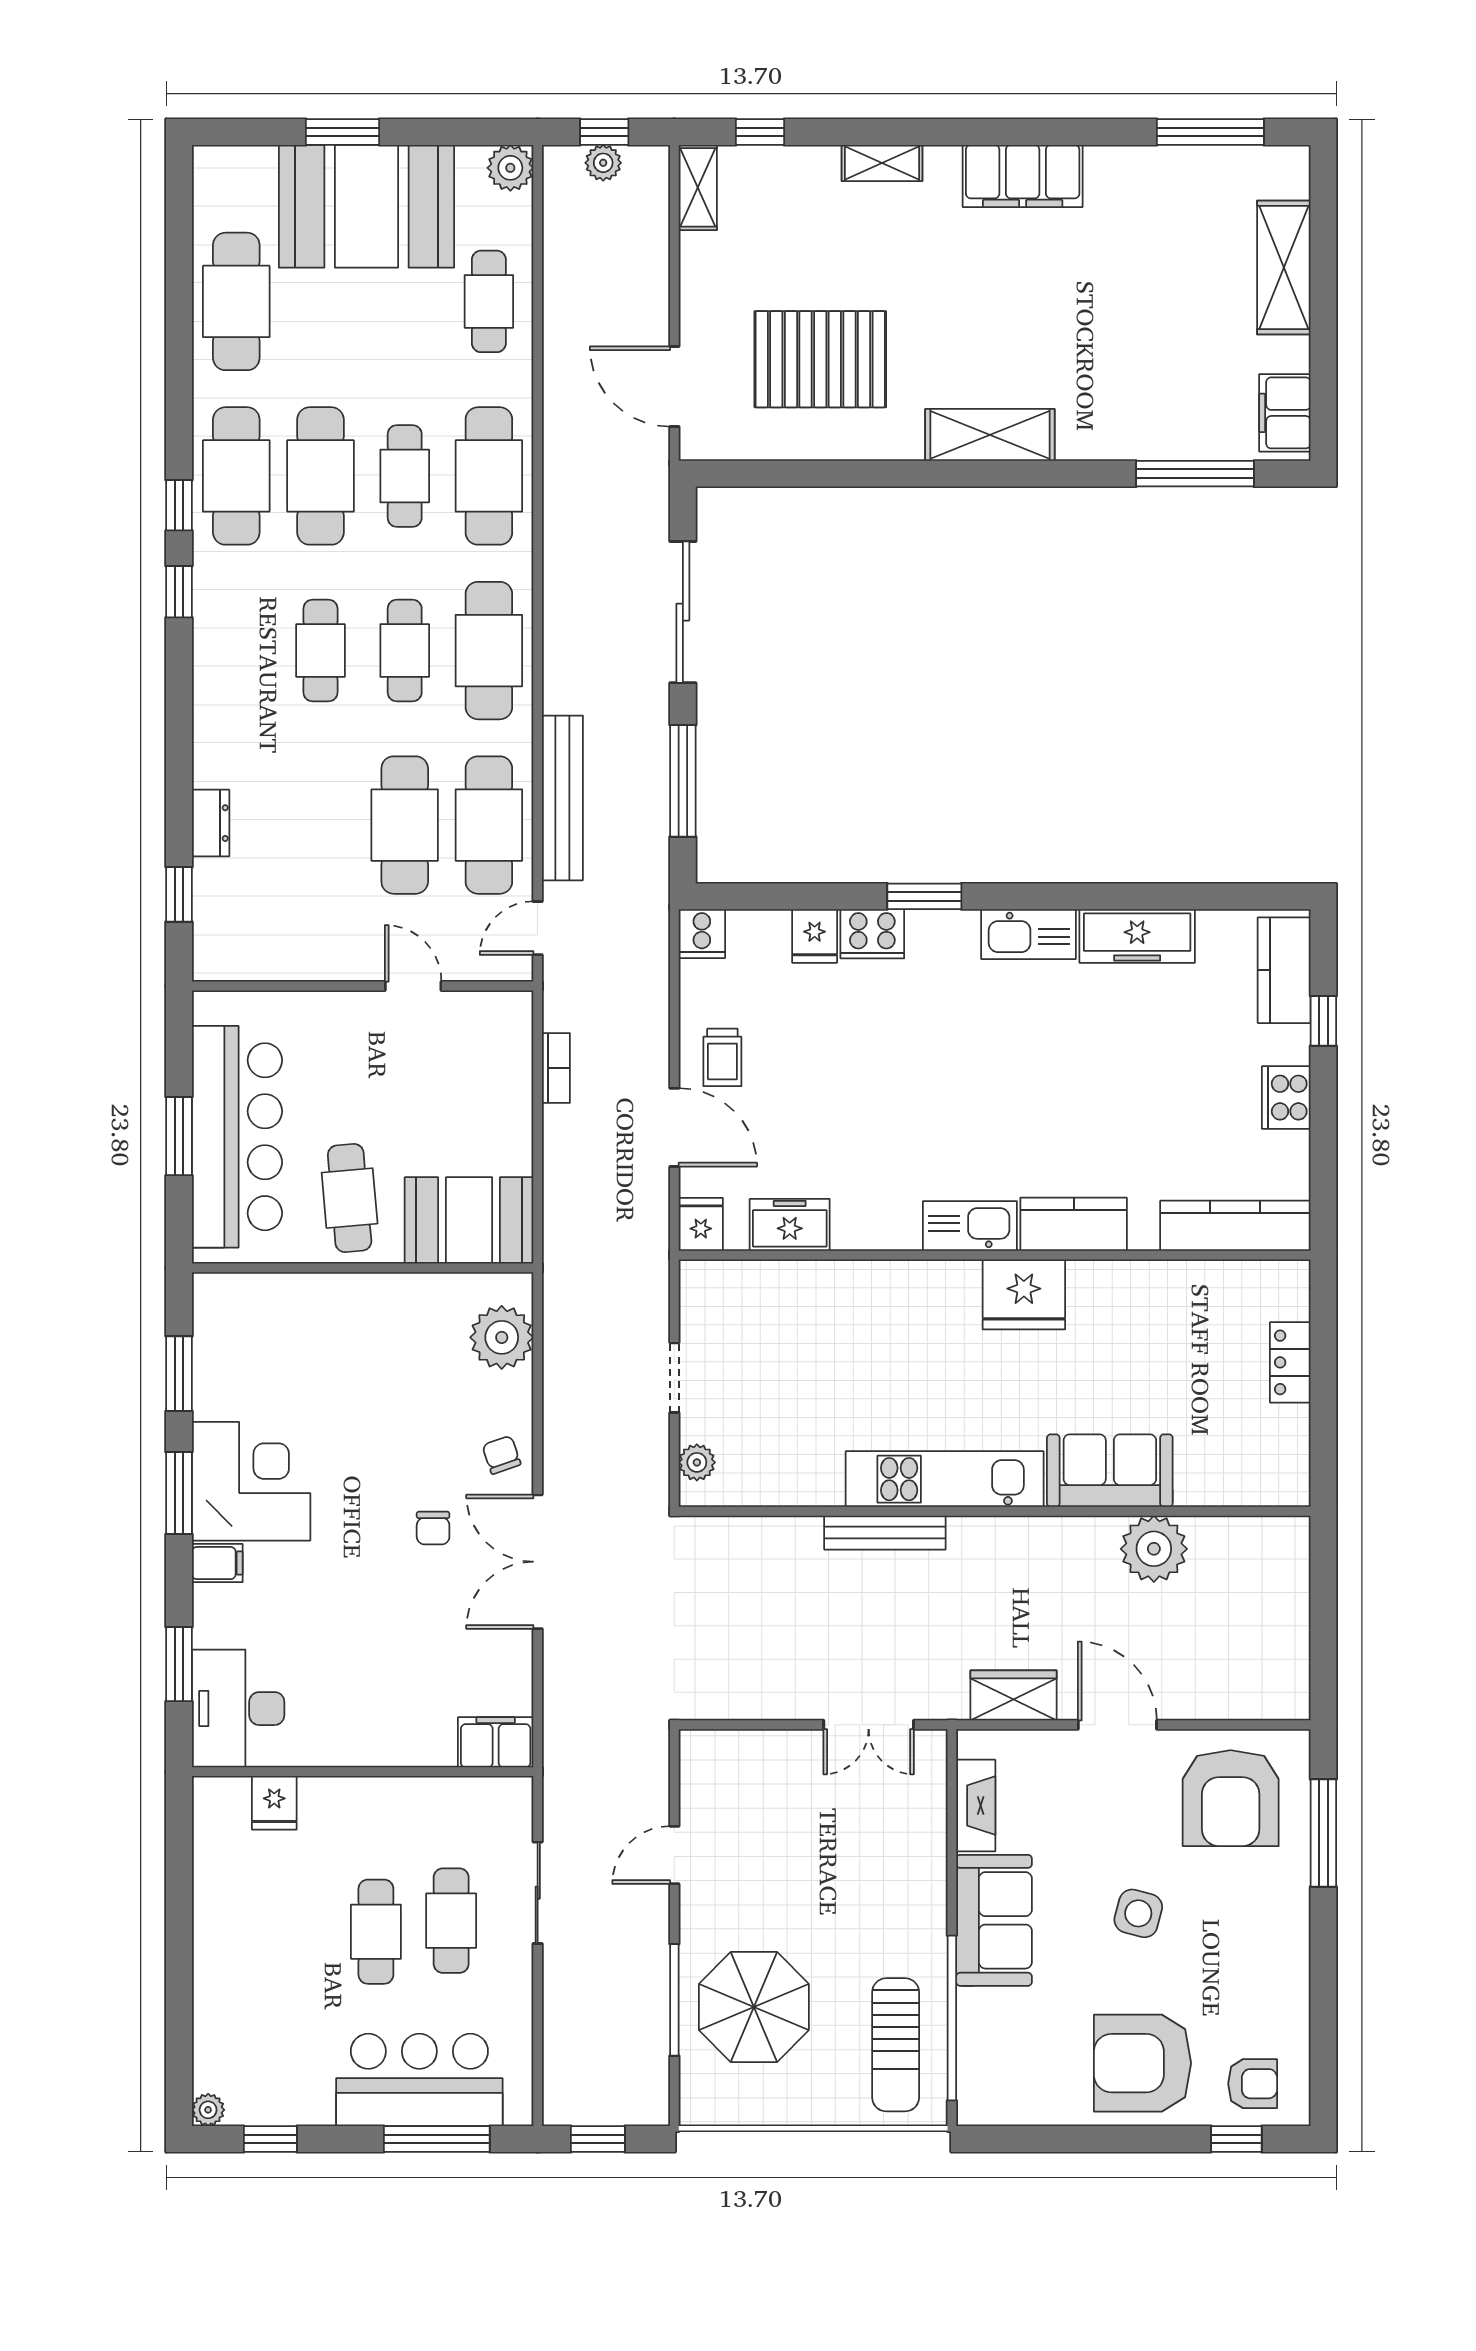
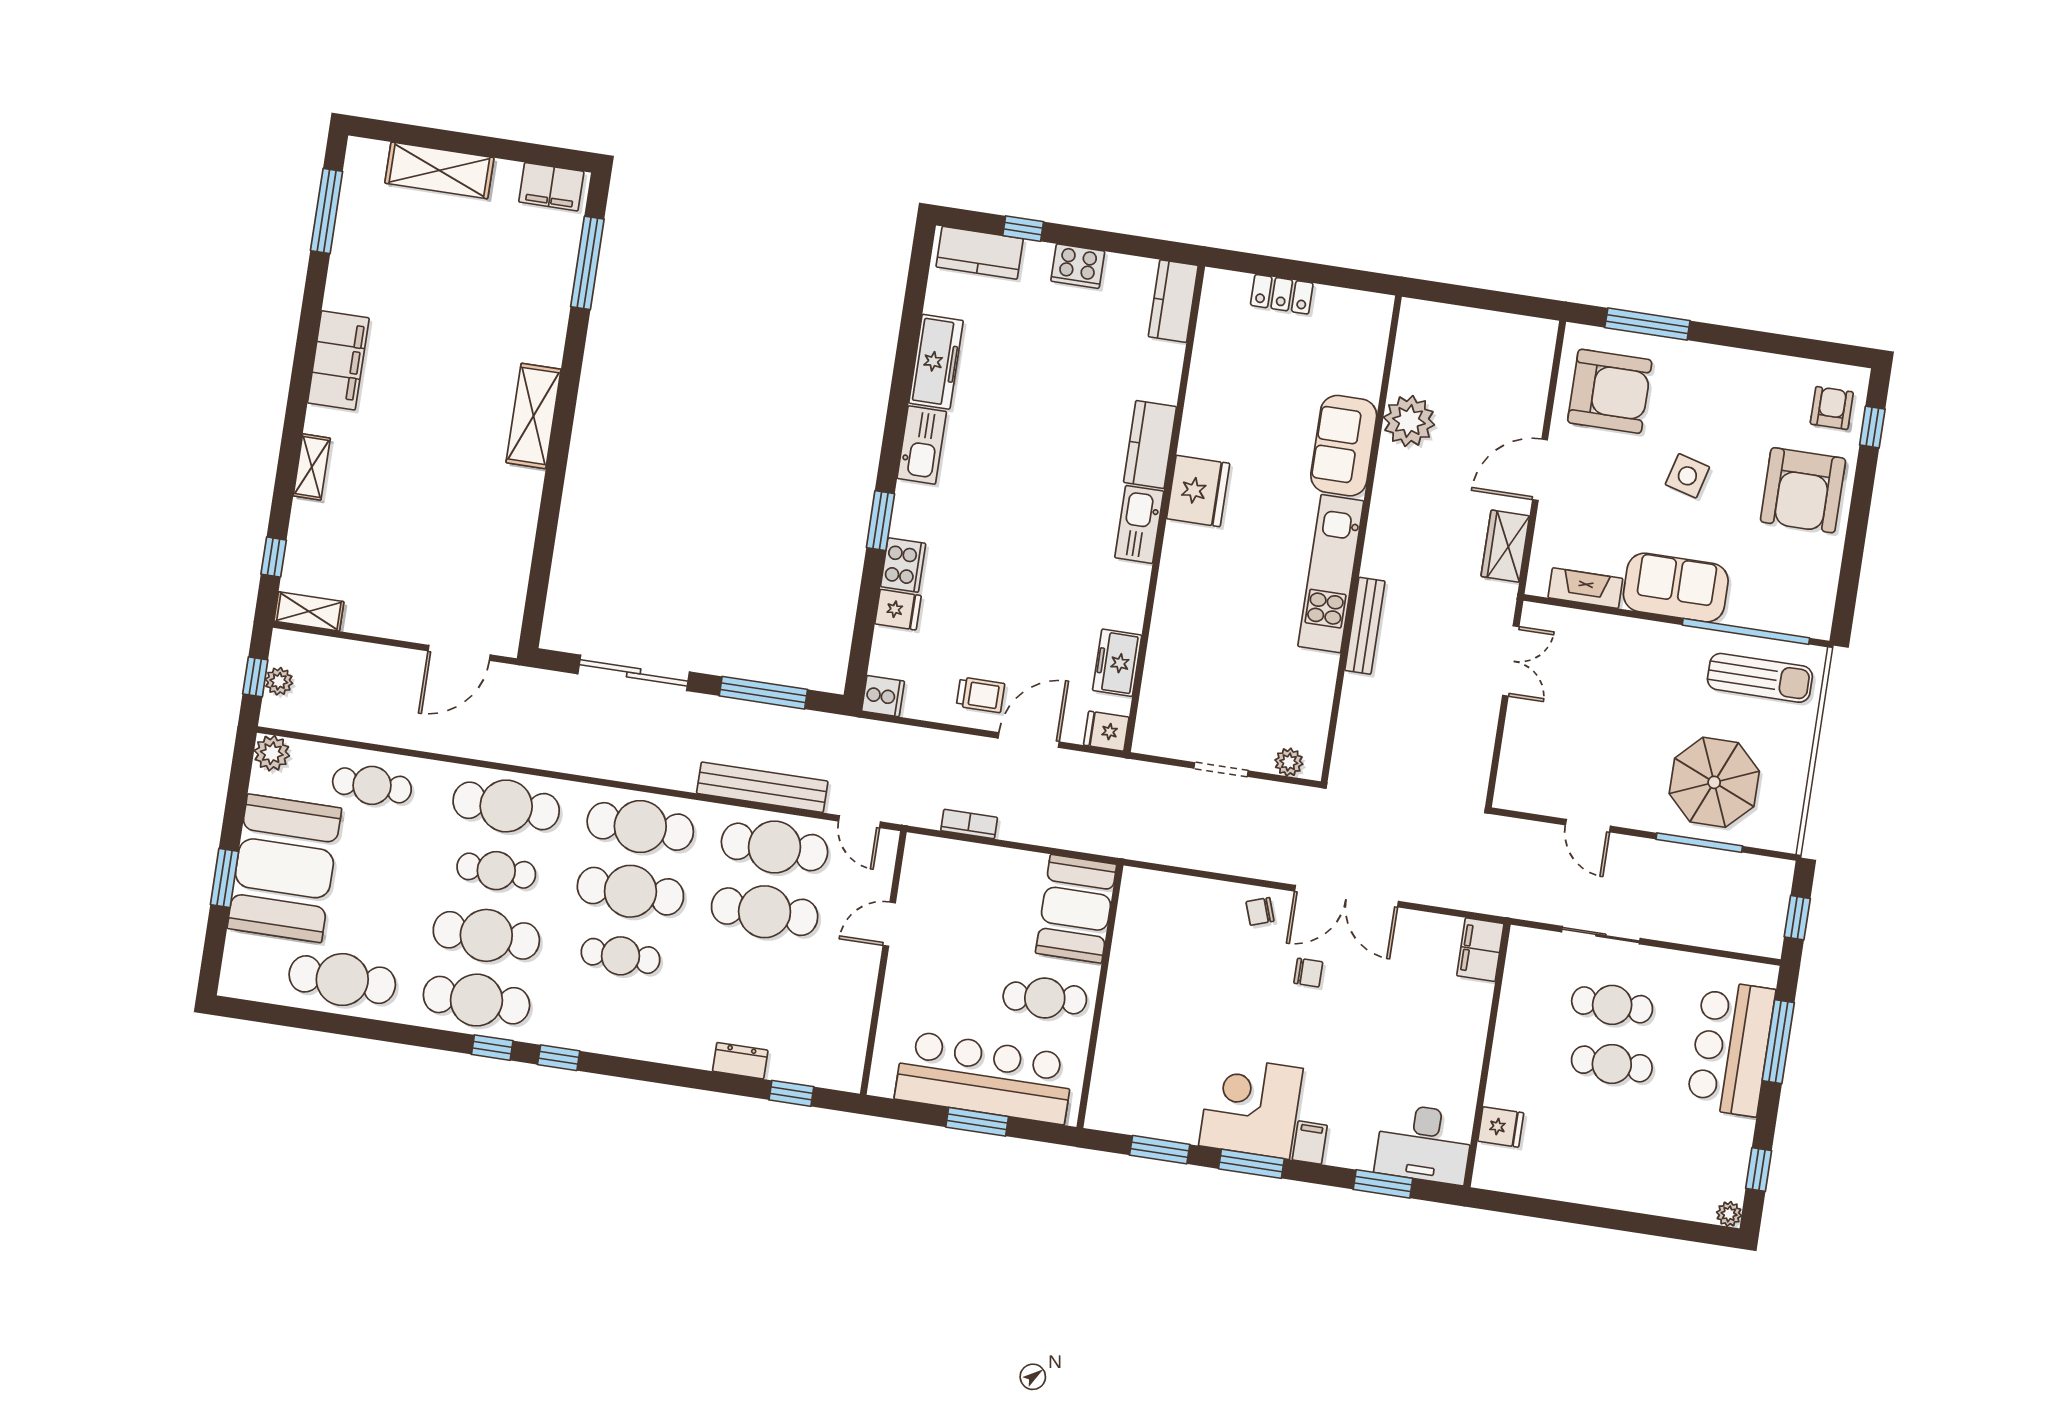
pallet: (820, 359) -> (455, 538), removed
cafe table: (405, 651) -> (630, 891), width x1.37, depth x1.35
kitchen counter: (1235, 1226) -> (1173, 301), width x0.67
plant: (502, 1337) -> (1170, 897), removed

